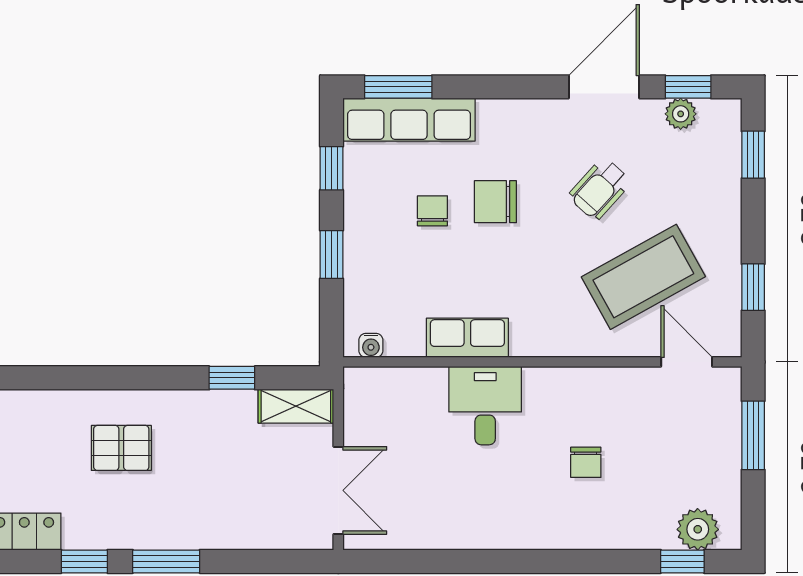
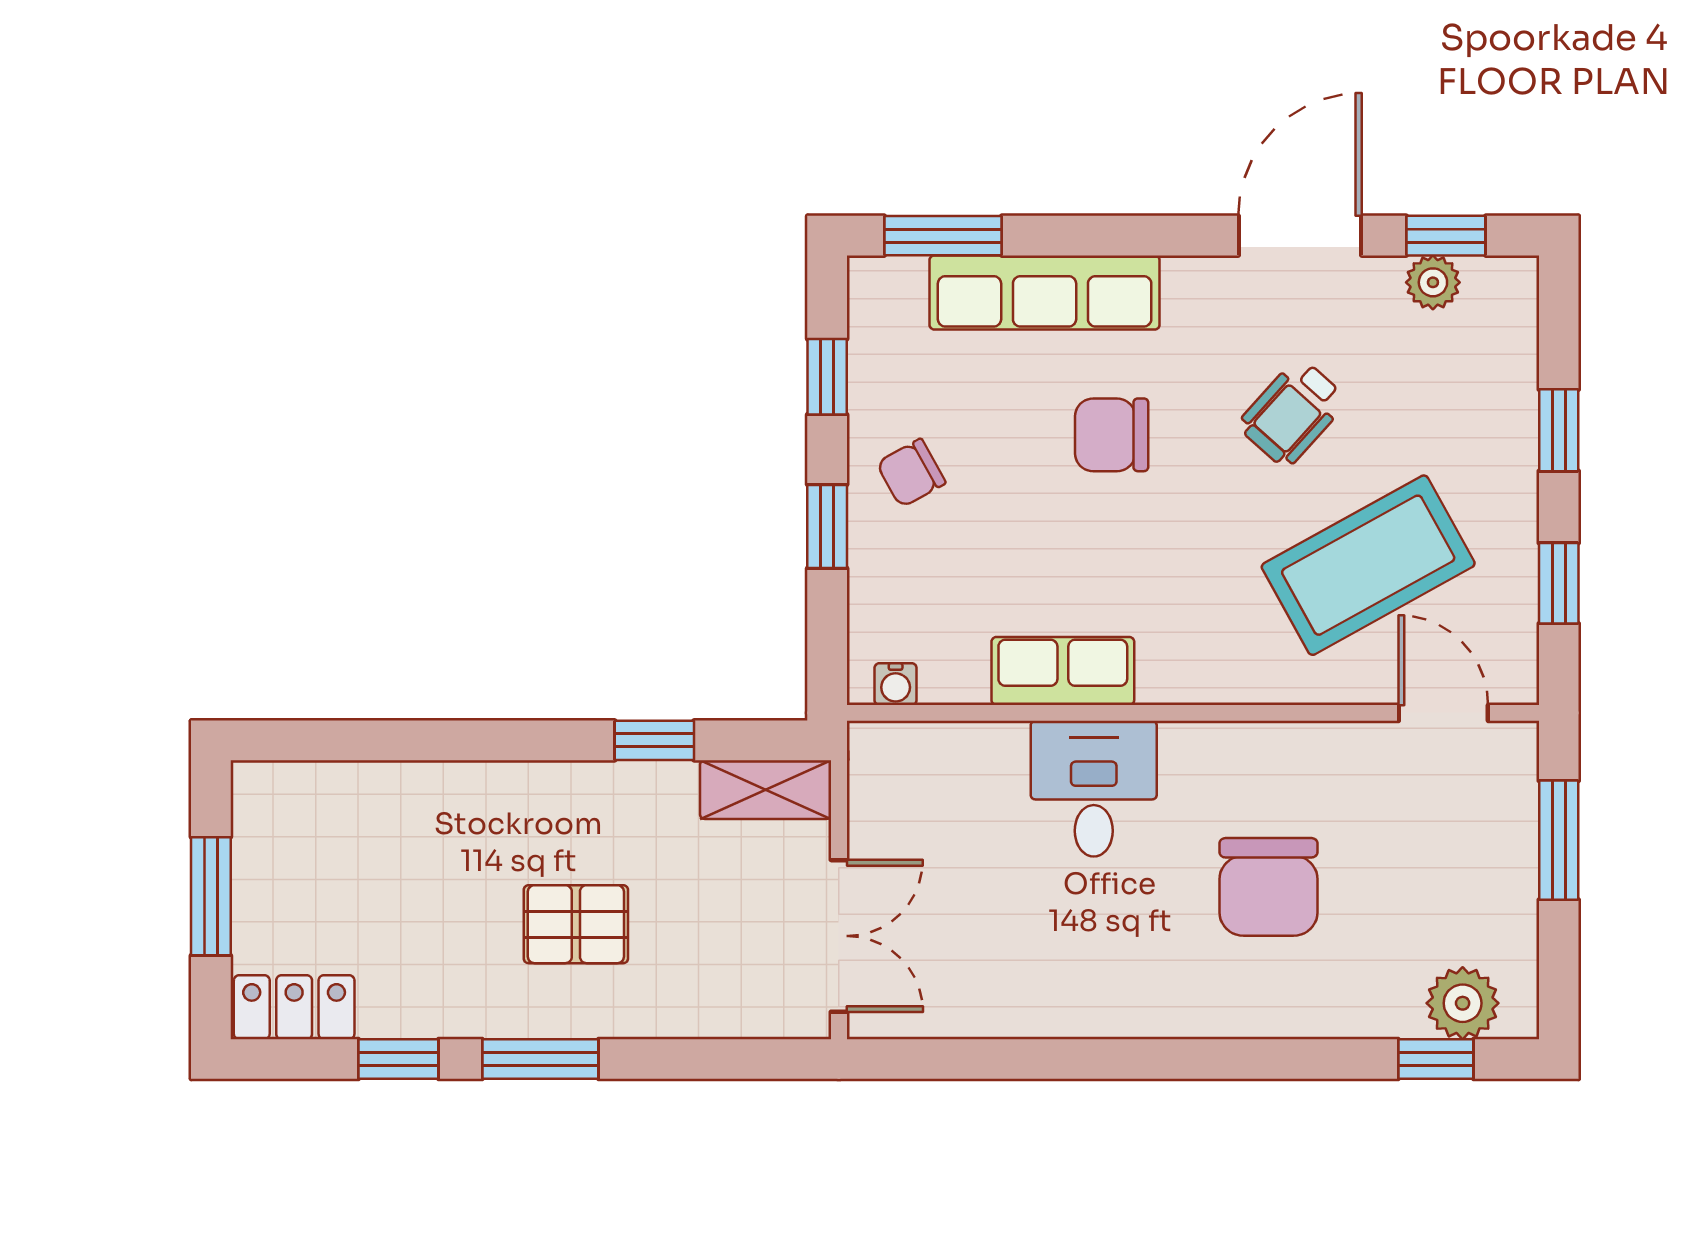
row of seats: (409, 120) -> (1045, 292), moved
window: (753, 155) -> (1559, 430), moved
chair: (432, 211) -> (911, 473), moved, turned -119
pallet: (121, 448) -> (576, 924), moved
chair: (586, 462) -> (1268, 887), width x1.87, depth x1.87

